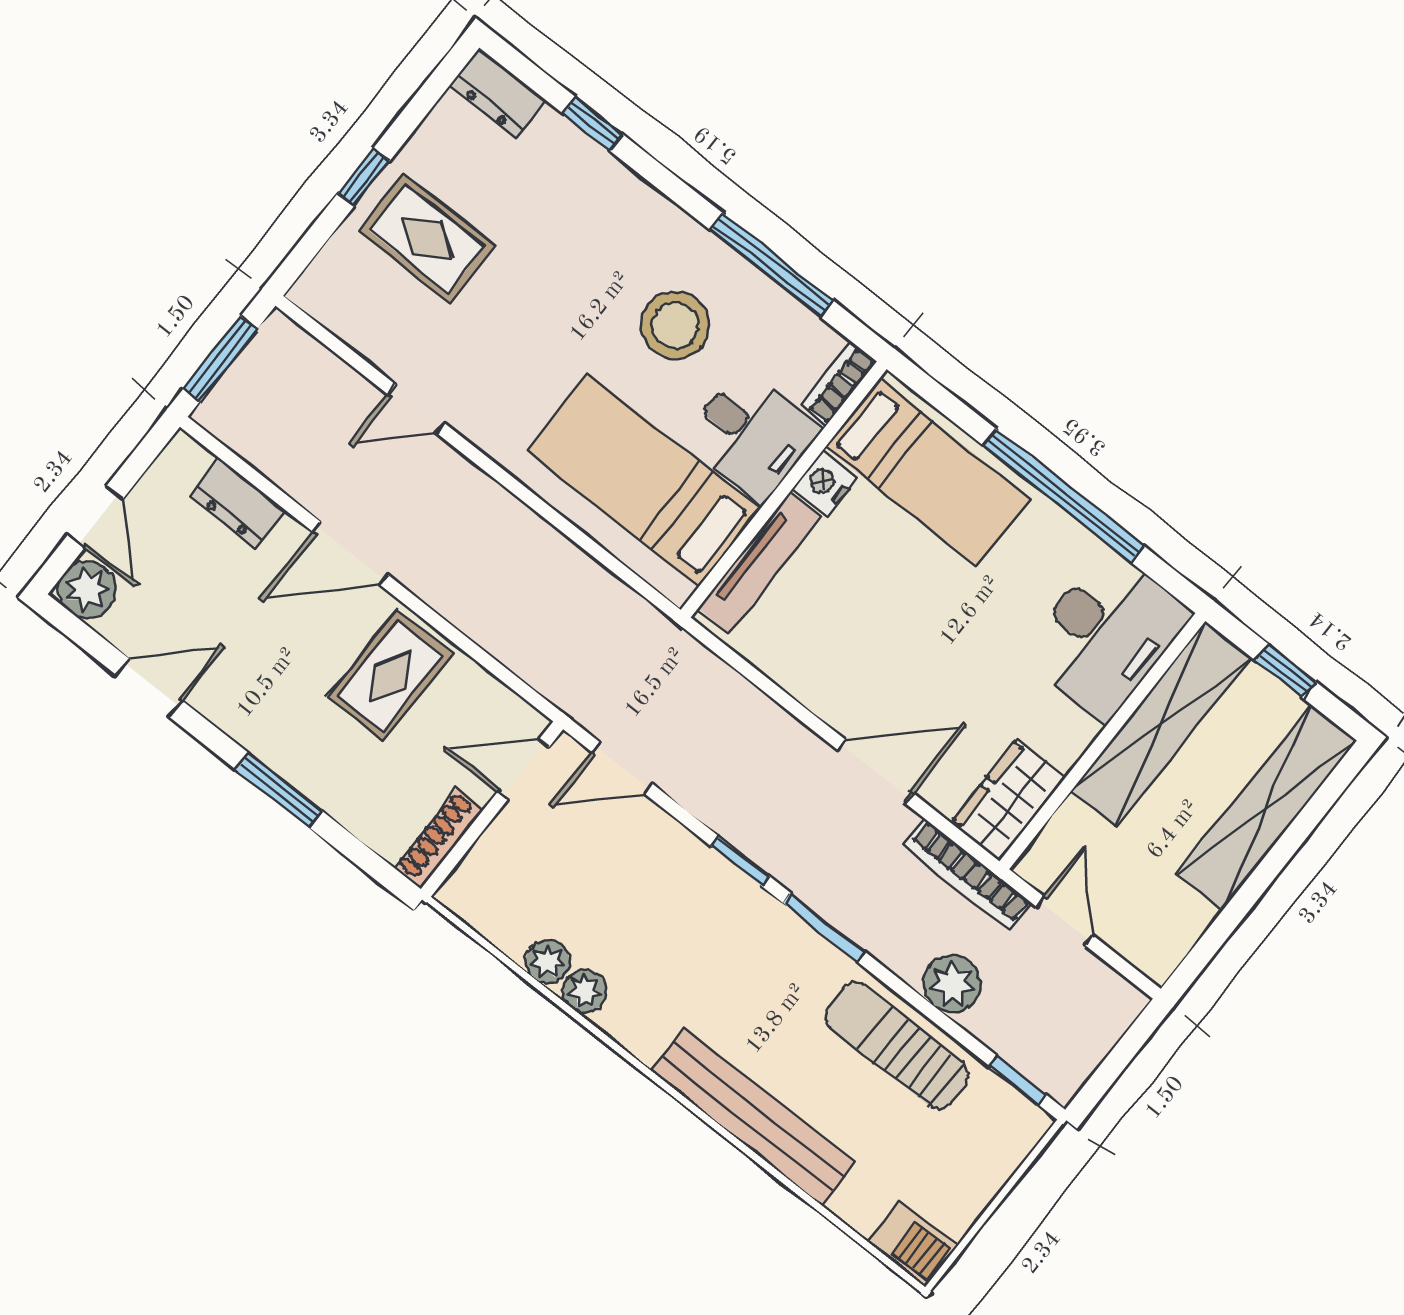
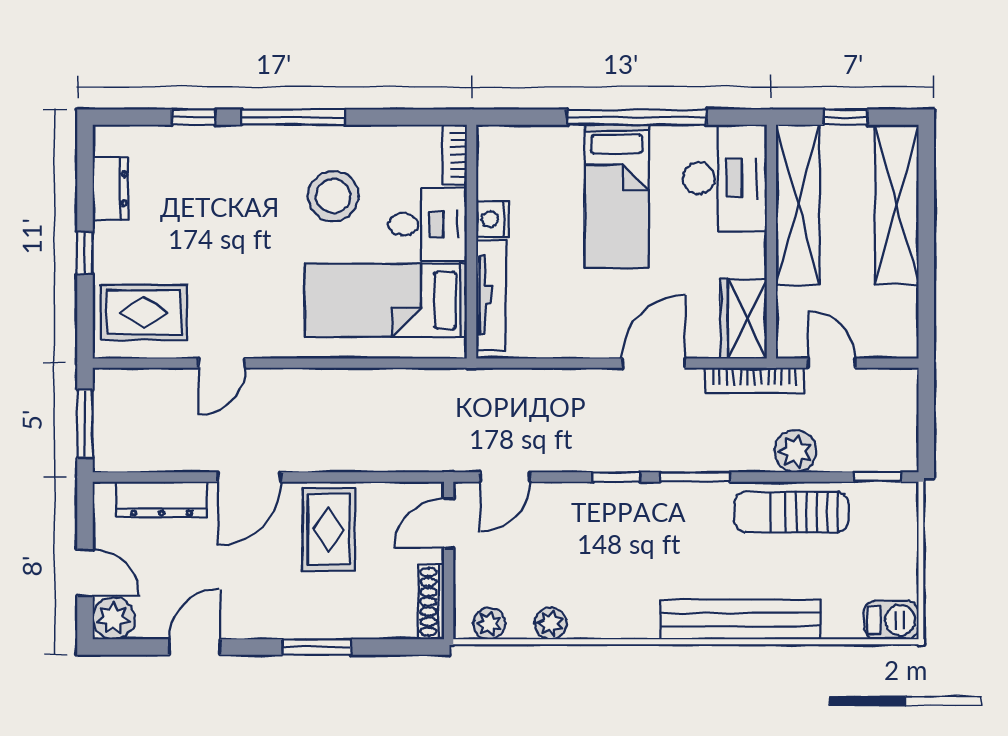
dresser: (498, 93) -> (110, 188), moved, turned -90
rug: (427, 239) -> (144, 312), moved
window: (772, 265) -> (293, 117), moved
bed: (928, 473) -> (617, 196), moved, turned 90
dresser: (238, 503) -> (162, 499), width x1.44
plant: (585, 991) -> (489, 623), moved

